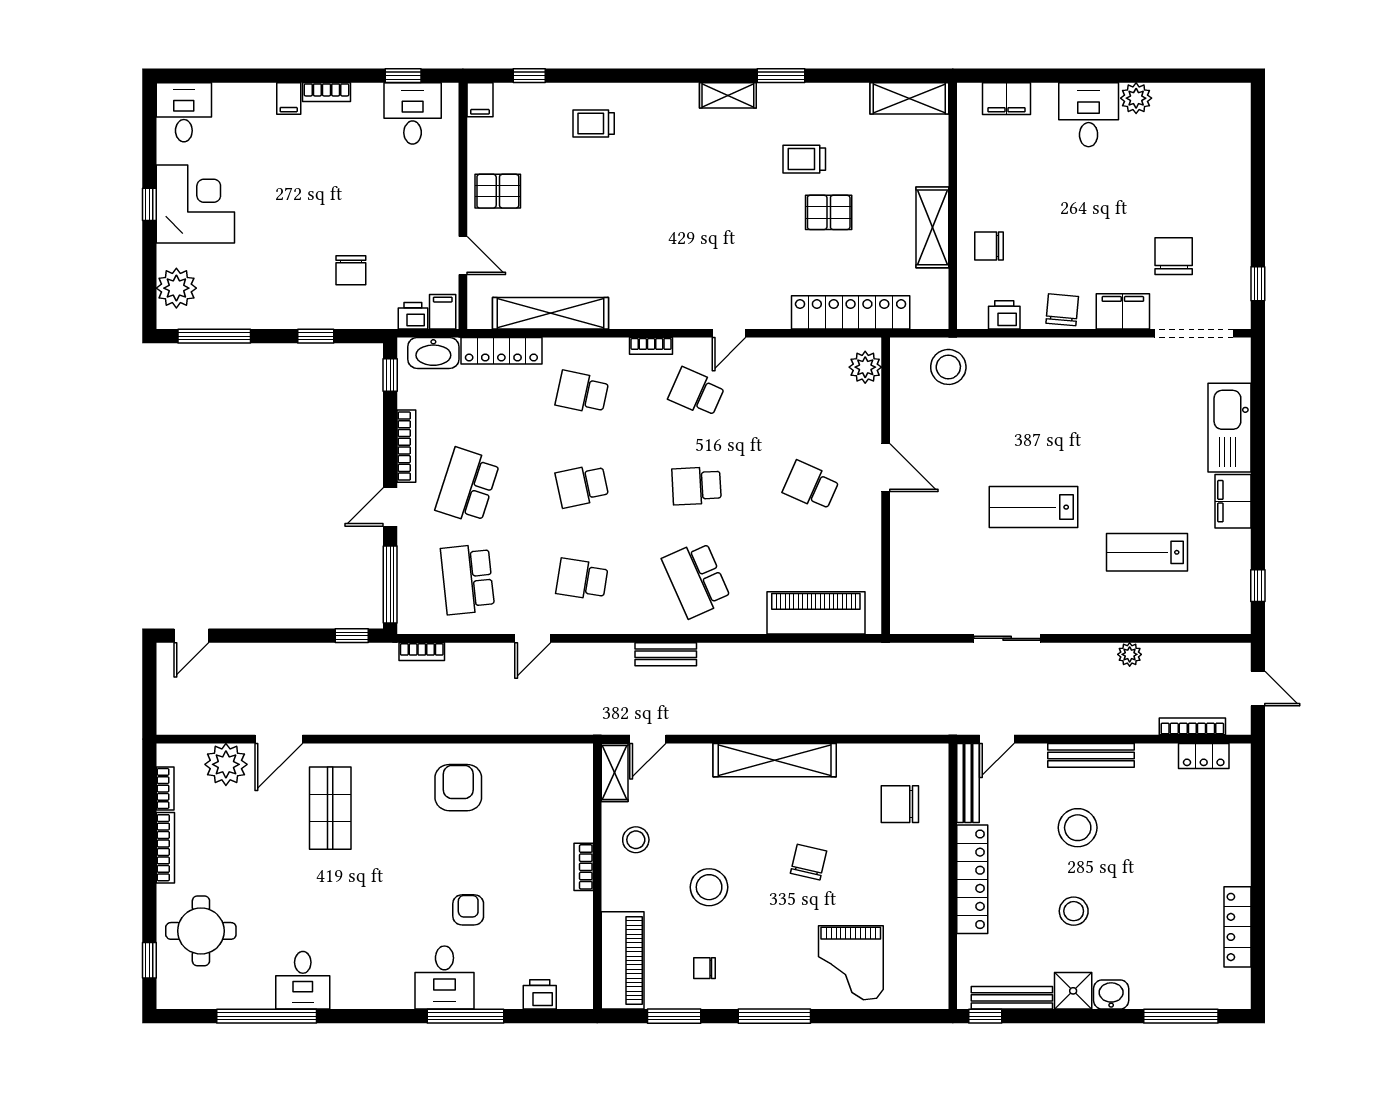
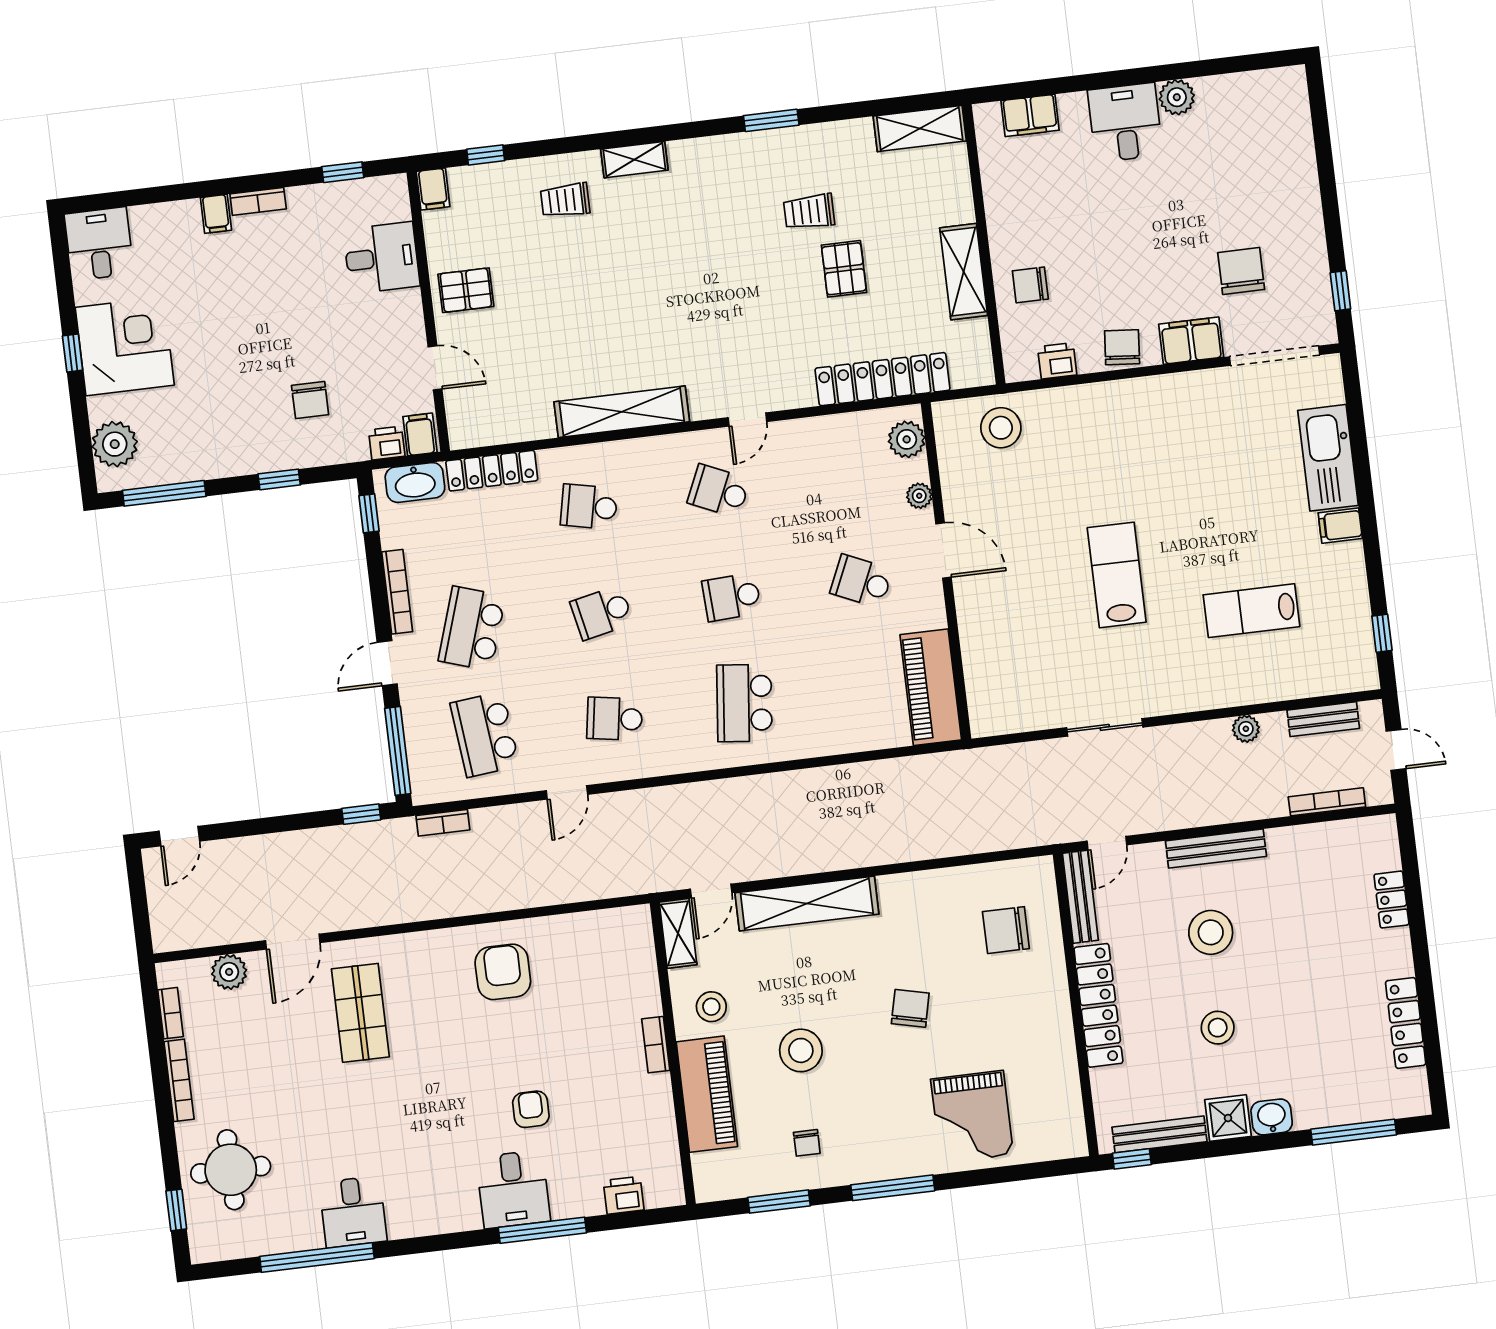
shelving: (728, 95) -> (634, 160), moved
desk: (413, 113) -> (382, 258), moved, turned 90
pallet: (829, 212) -> (844, 269), turned 90
shelving: (551, 313) -> (622, 412), moved
bookcase: (651, 346) -> (661, 445), removed
plant: (870, 418) -> (919, 496), added
filing cabinet: (1233, 501) -> (1340, 526), width x0.50
lab bench: (1034, 507) -> (1117, 575), turned 90
school desk: (697, 579) -> (744, 703), turned 30
piano: (816, 613) -> (931, 687), moved, turned -90
bench: (666, 654) -> (1323, 719), moved
locker: (1204, 756) -> (1391, 900), moved, turned 90
shelving: (775, 760) -> (807, 903), moved
plant: (226, 764) -> (229, 972), width x0.73, depth x0.73
piano: (623, 960) -> (707, 1094), moved
chair: (704, 968) -> (807, 1143), turned -90

